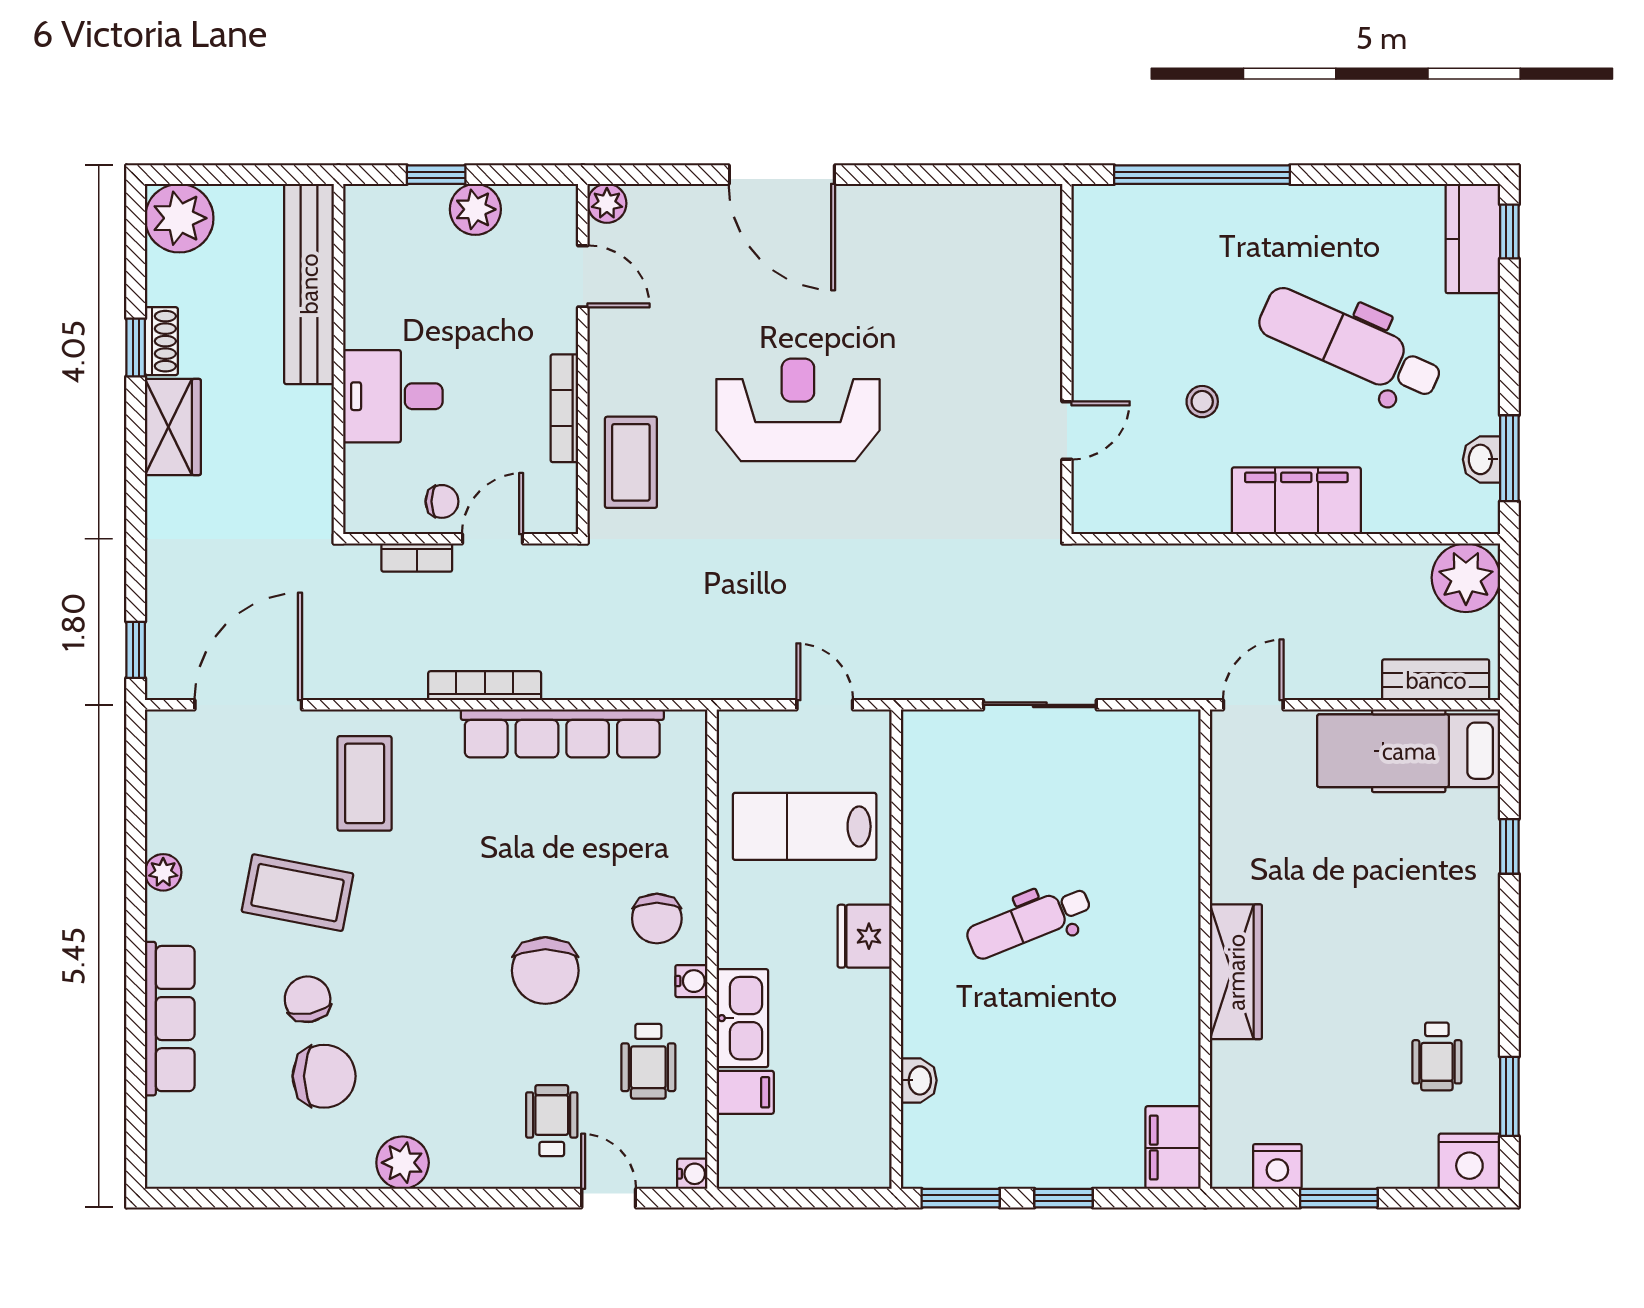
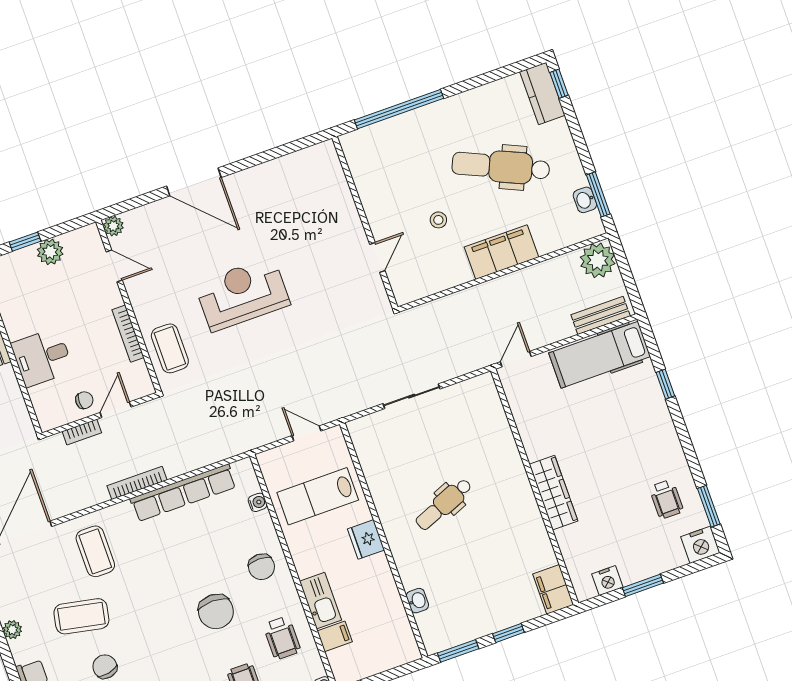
water cooler: (691, 981) -> (258, 502), moved

